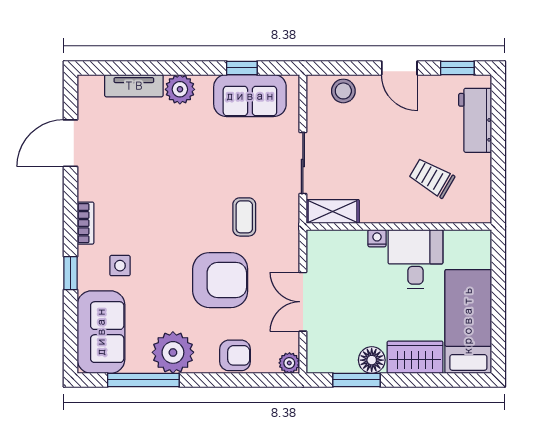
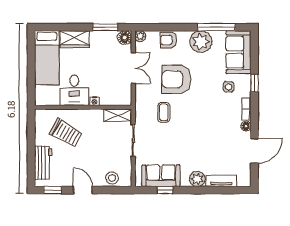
trolley: (432, 178) -> (66, 133), width x1.36, depth x1.39
floor lamp: (87, 191) -> (246, 126), added
floor lamp: (372, 360) -> (125, 38), moved

